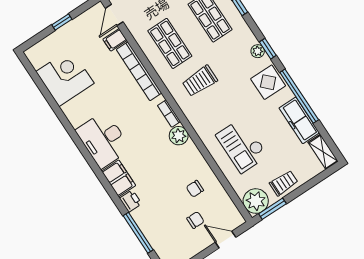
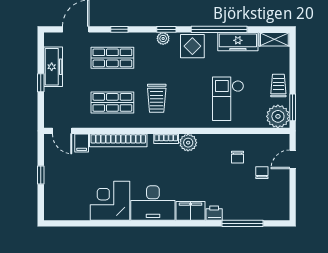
corner desk: (65, 77) -> (110, 201), moved
checkout: (242, 146) -> (228, 99), turned 90

